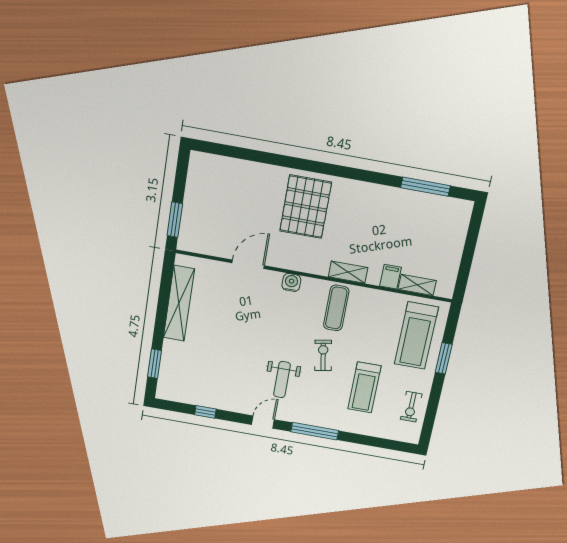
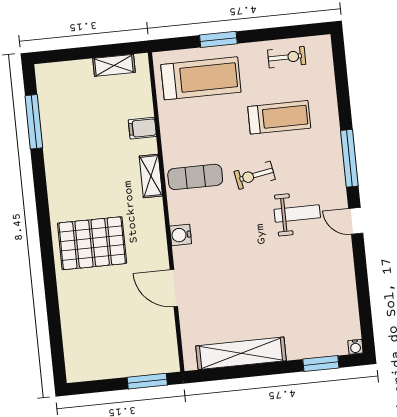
shelving: (417, 285) -> (114, 65), moved, turned 90
water cooler: (161, 394) -> (355, 347), added
window: (205, 412) -> (363, 291), removed

